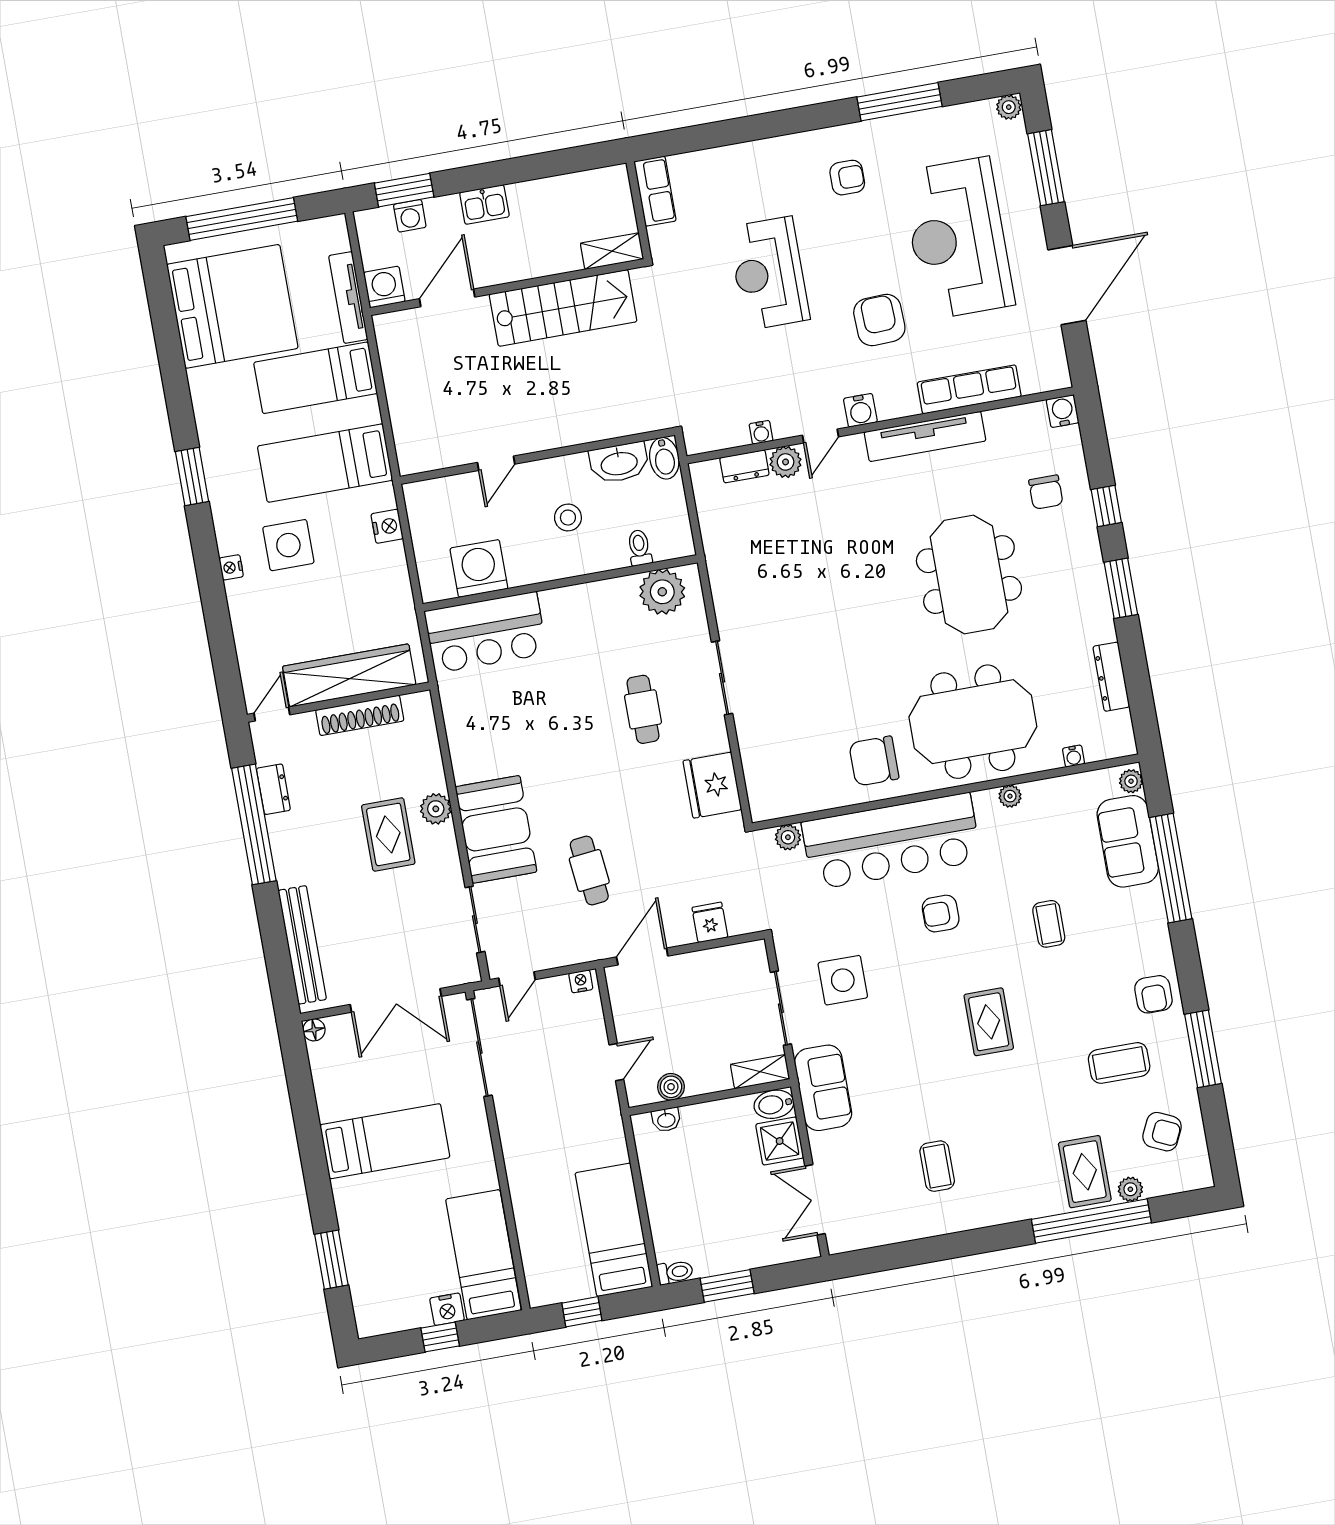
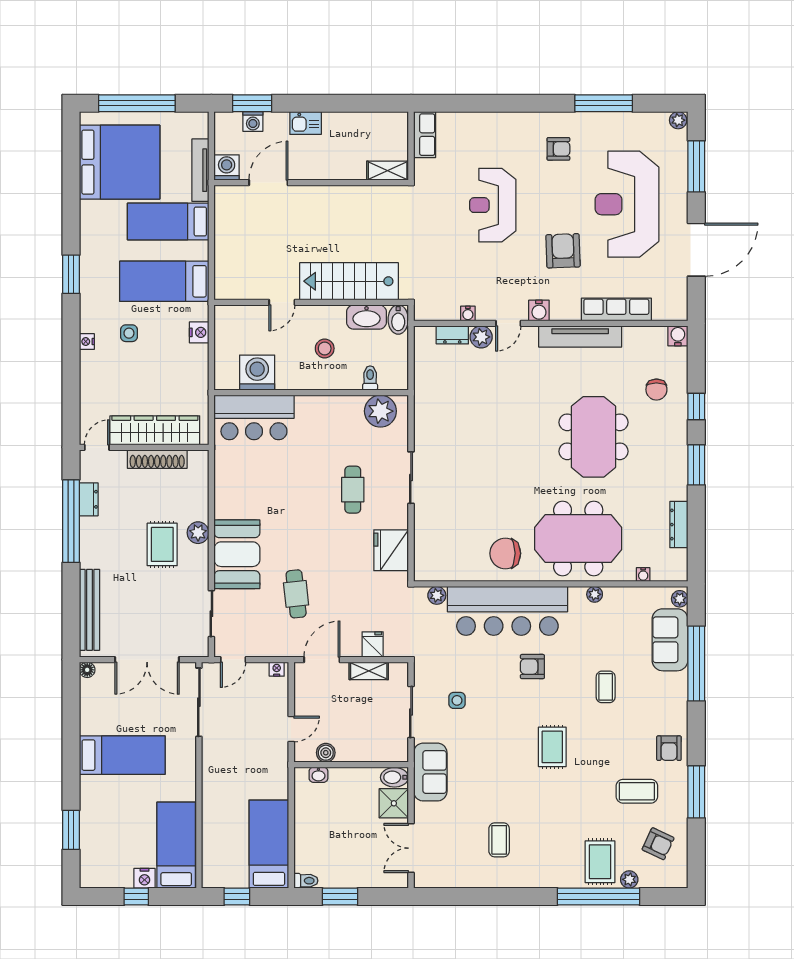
stairs: (563, 308) -> (349, 281), moved, turned 180
side table: (288, 545) -> (129, 333), width x0.54, depth x0.54
side table: (843, 980) -> (457, 700), width x0.54, depth x0.54
shelving: (760, 1072) -> (369, 671), moved

